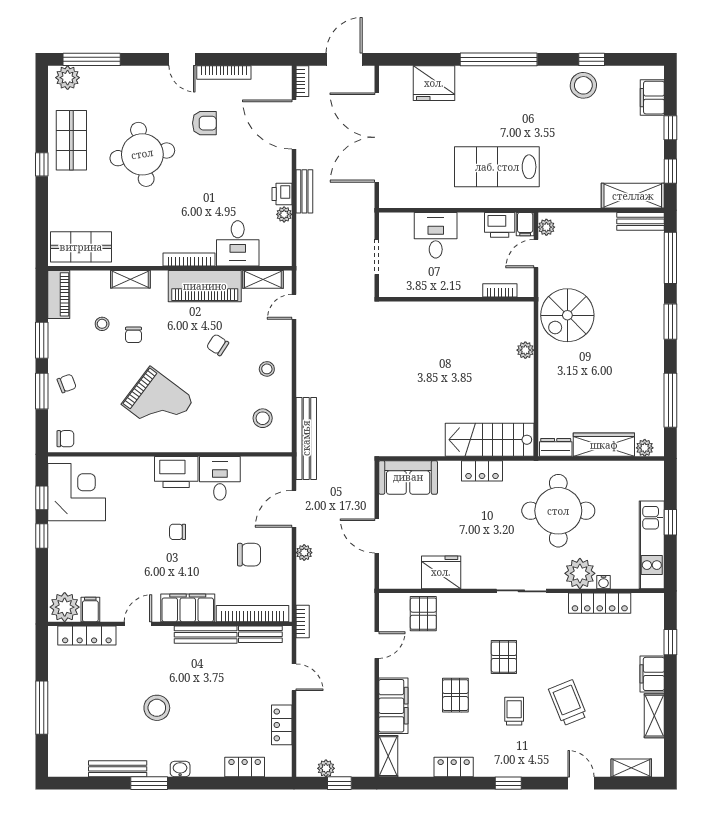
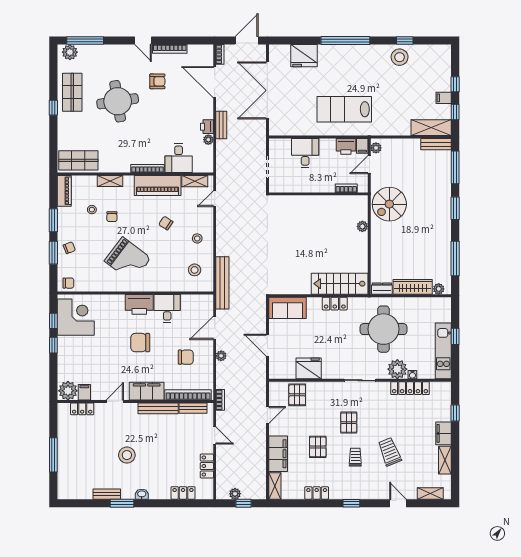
filing cabinet: (652, 98) -> (444, 98), moved, width x0.50
chair: (178, 532) -> (140, 343), width x1.87, depth x1.87
locker: (87, 636) -> (82, 409), width x0.66
bench: (118, 769) -> (107, 494), width x0.73

